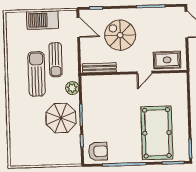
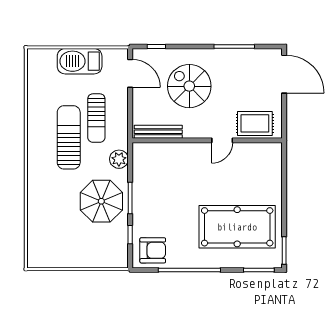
pool table: (157, 133) -> (237, 227), turned 90

